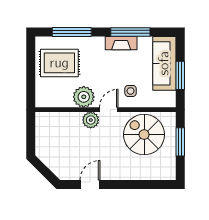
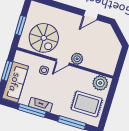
plant: (84, 97) -> (100, 83), moved

